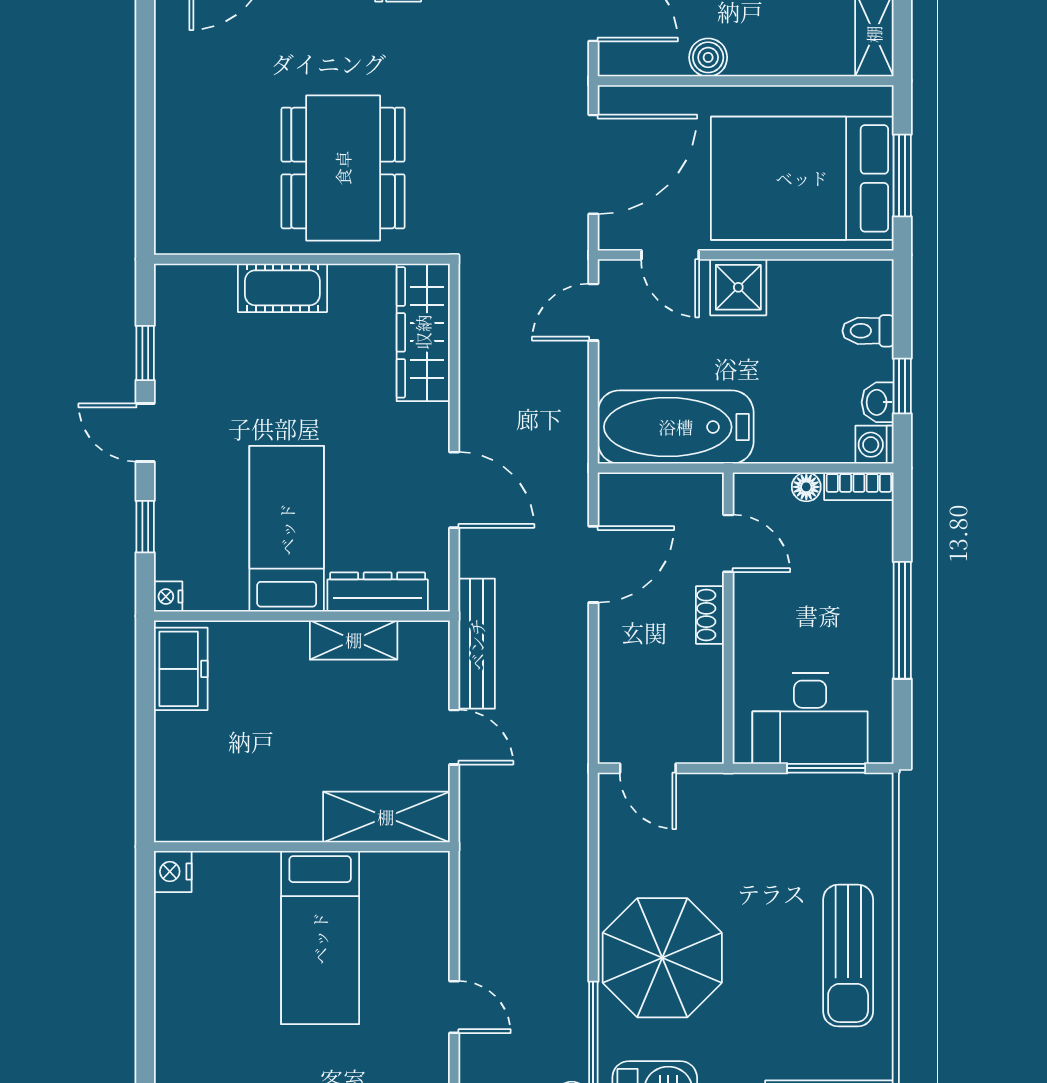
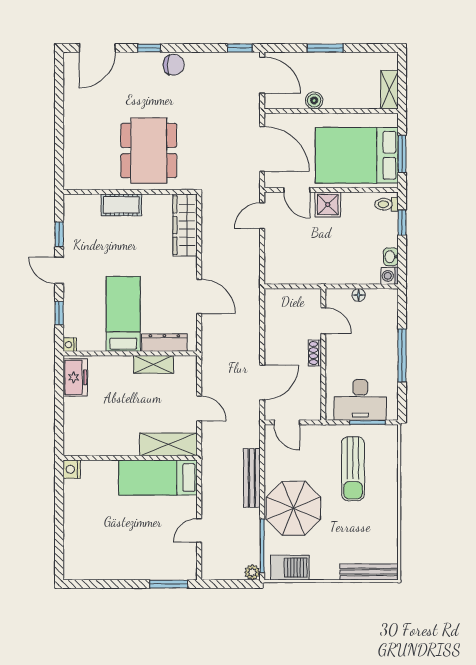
door: (593, 164) -> (262, 149), hinge flipped
toilet: (868, 331) -> (387, 204), moved
window: (902, 386) -> (402, 222), moved
bathtub: (676, 427) -> (299, 268), removed
bookcase: (859, 486) -> (382, 295), removed
door: (593, 564) -> (262, 382), moved
bench: (477, 644) -> (252, 478), moved
bed: (320, 938) -> (158, 478), moved, turned 90
sun lounger: (848, 956) -> (353, 469), moved
door: (454, 1007) -> (199, 531), swing flipped

